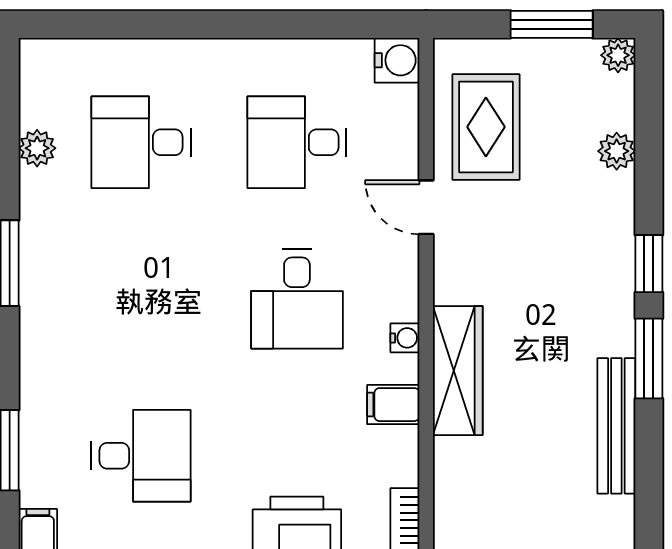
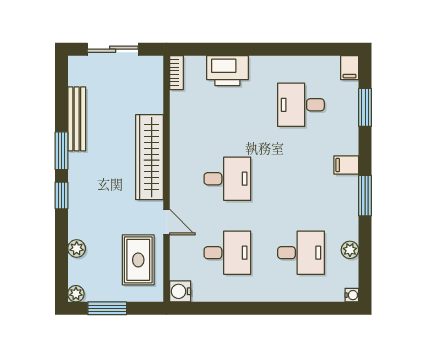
desk: (297, 299) -> (227, 179), turned 90
water cooler: (405, 338) -> (352, 295), moved, turned 180
wardrobe: (458, 371) -> (150, 157), width x1.40, depth x1.17
filing cabinet: (393, 405) -> (346, 165), moved, turned 180

